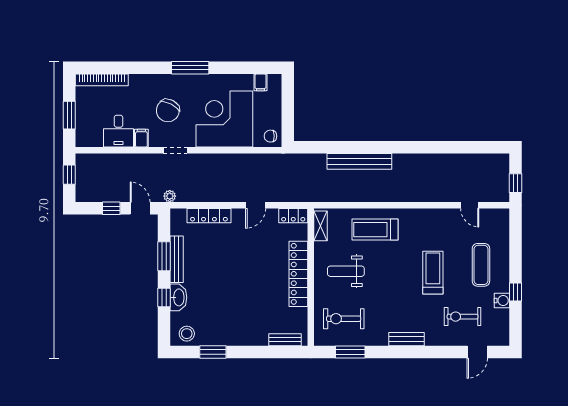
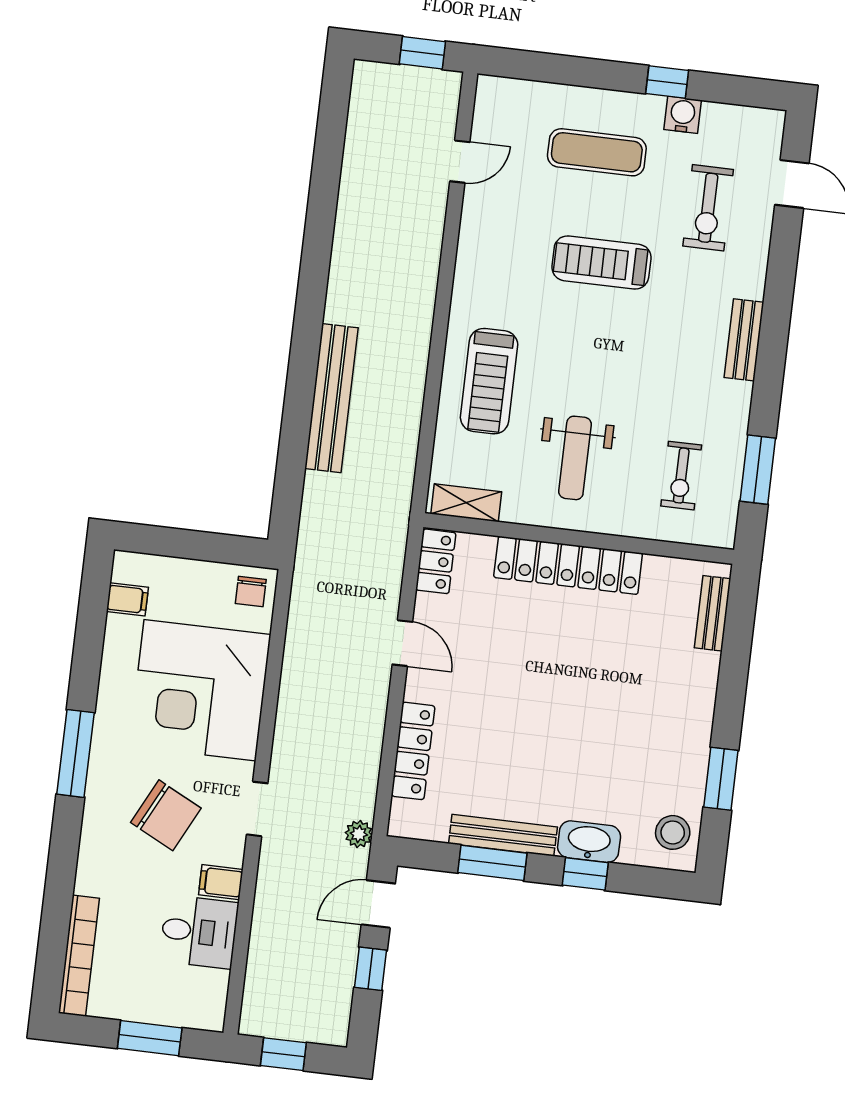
exercise bike: (344, 319) -> (681, 476), width x0.73, depth x0.72

